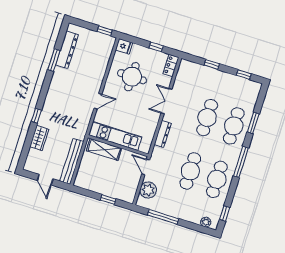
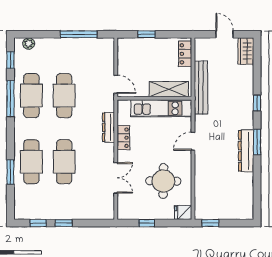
dresser: (67, 50) -> (246, 151), moved
window: (54, 60) -> (257, 142), moved
window: (212, 64) -> (64, 223), moved
locker: (171, 66) -> (123, 138), moved
double door: (166, 101) -> (116, 178), moved
wardrobe: (39, 138) -> (246, 51), moved
bench: (72, 161) -> (201, 87), moved
window: (241, 162) -> (10, 99), moved
locker: (82, 174) -> (185, 54), added
plant: (148, 190) -> (105, 59), removed

